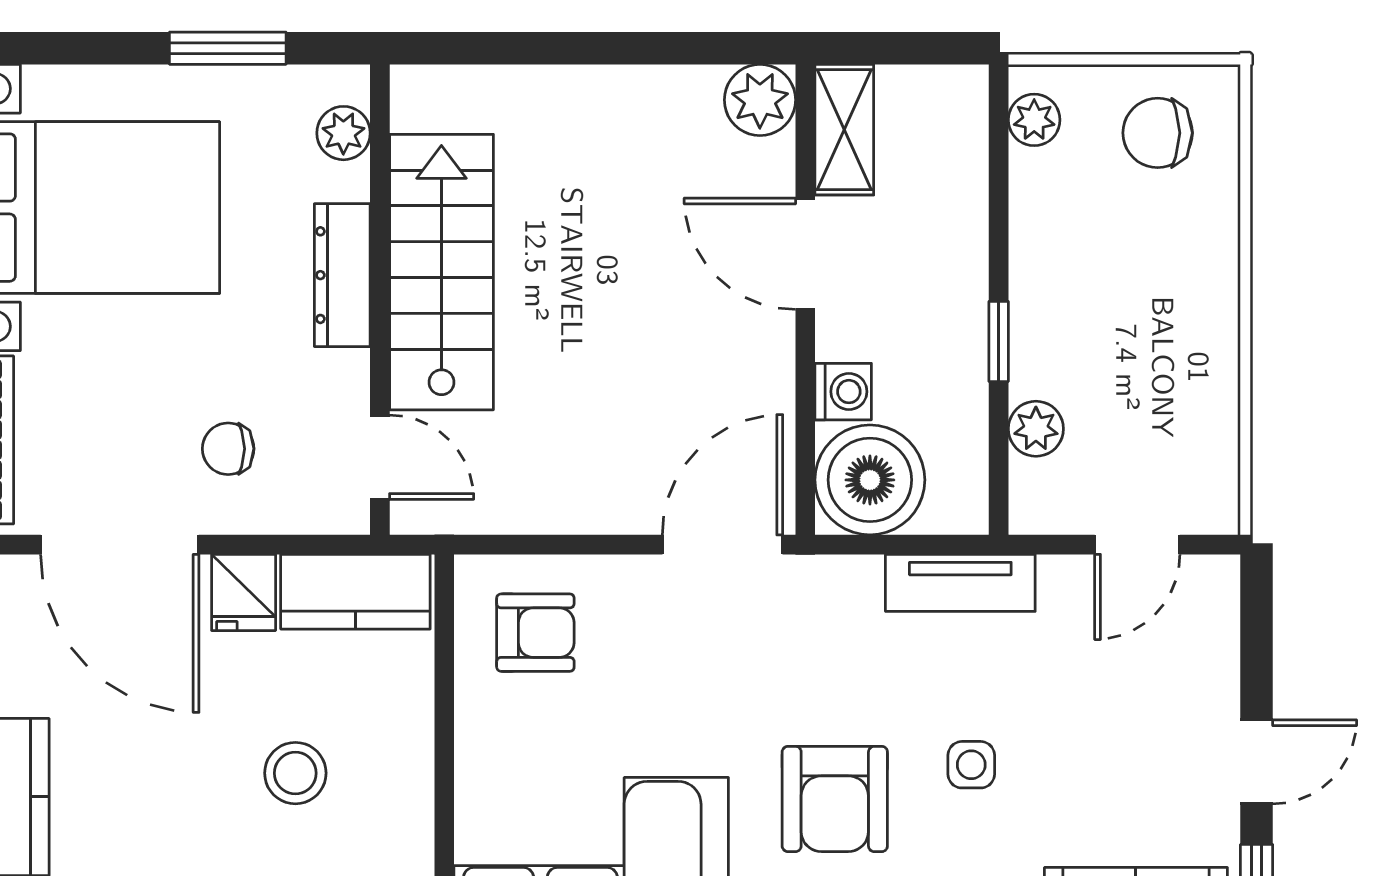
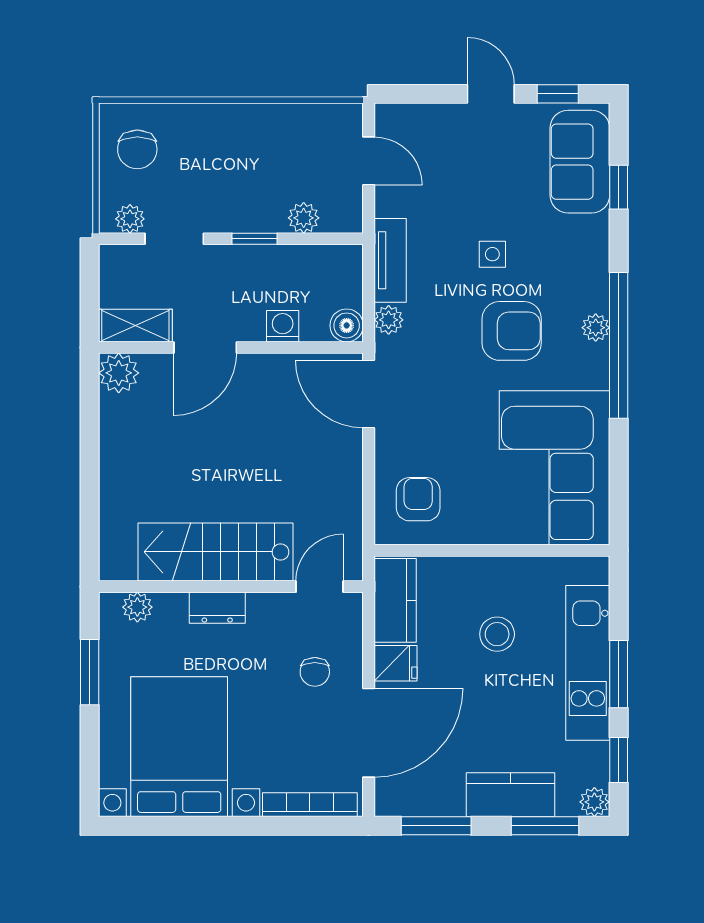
doorway: (999, 199) -> (174, 239), added
dresser: (342, 275) -> (217, 608), width x0.70
boiler: (870, 480) -> (347, 325), width x0.54, depth x0.54
plant: (854, 580) -> (389, 320), added

